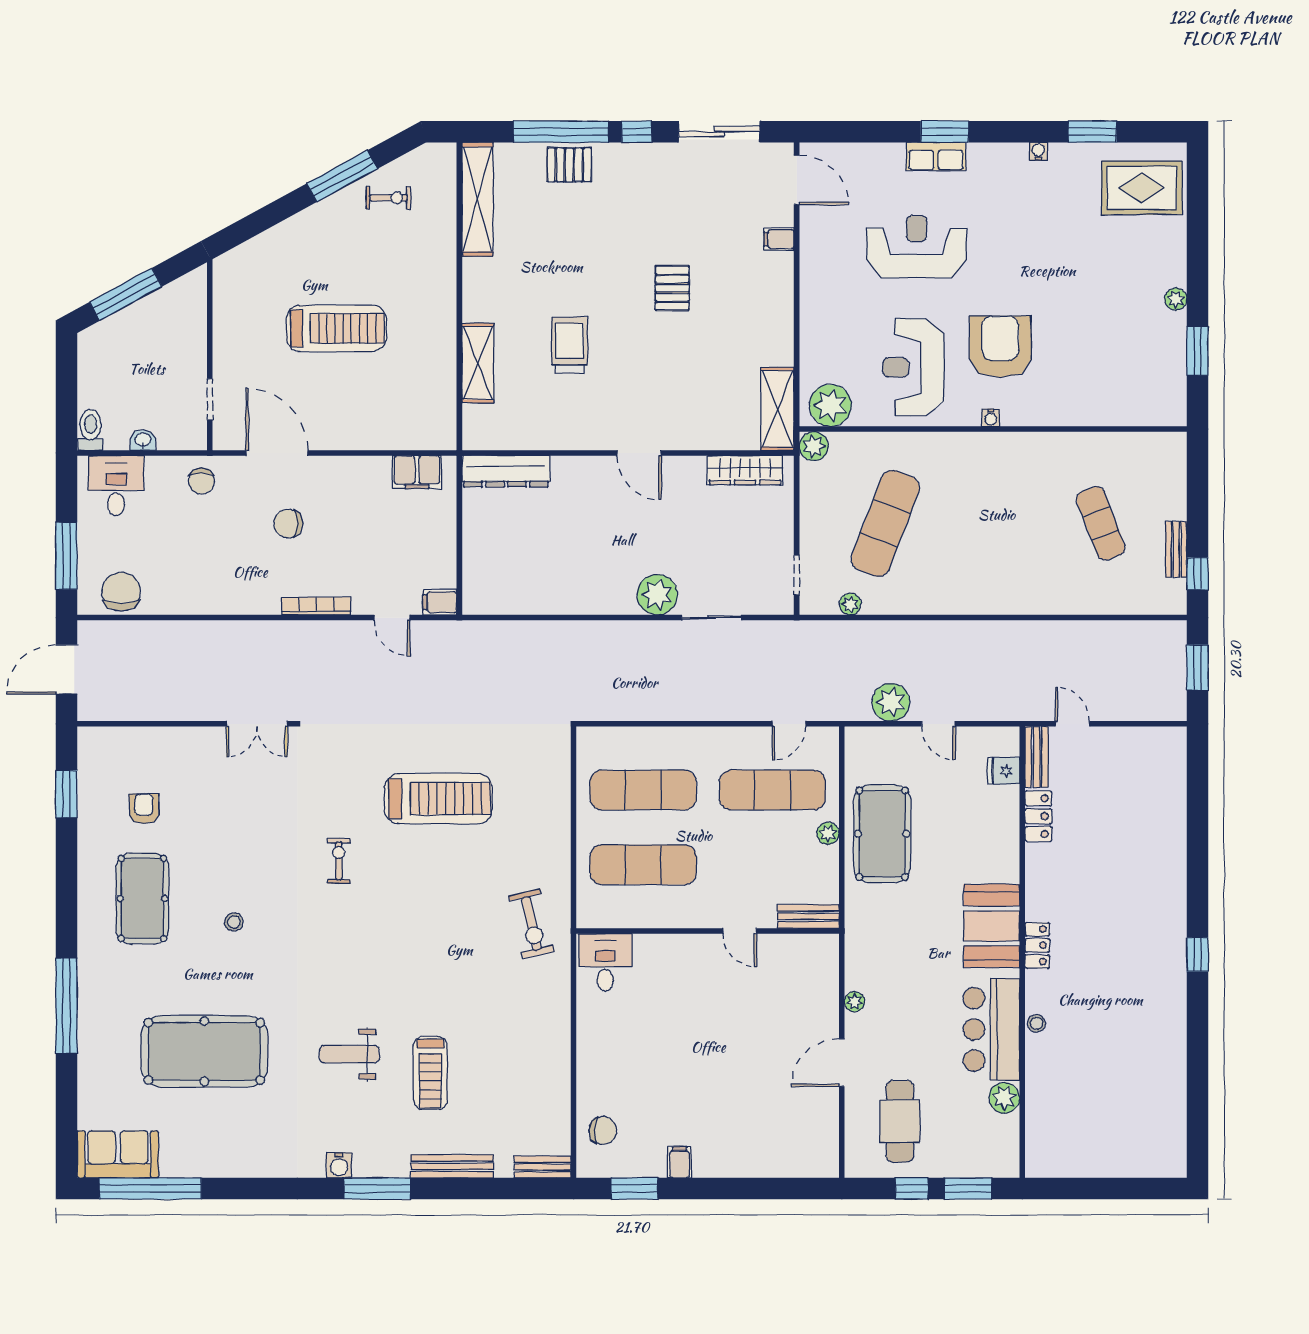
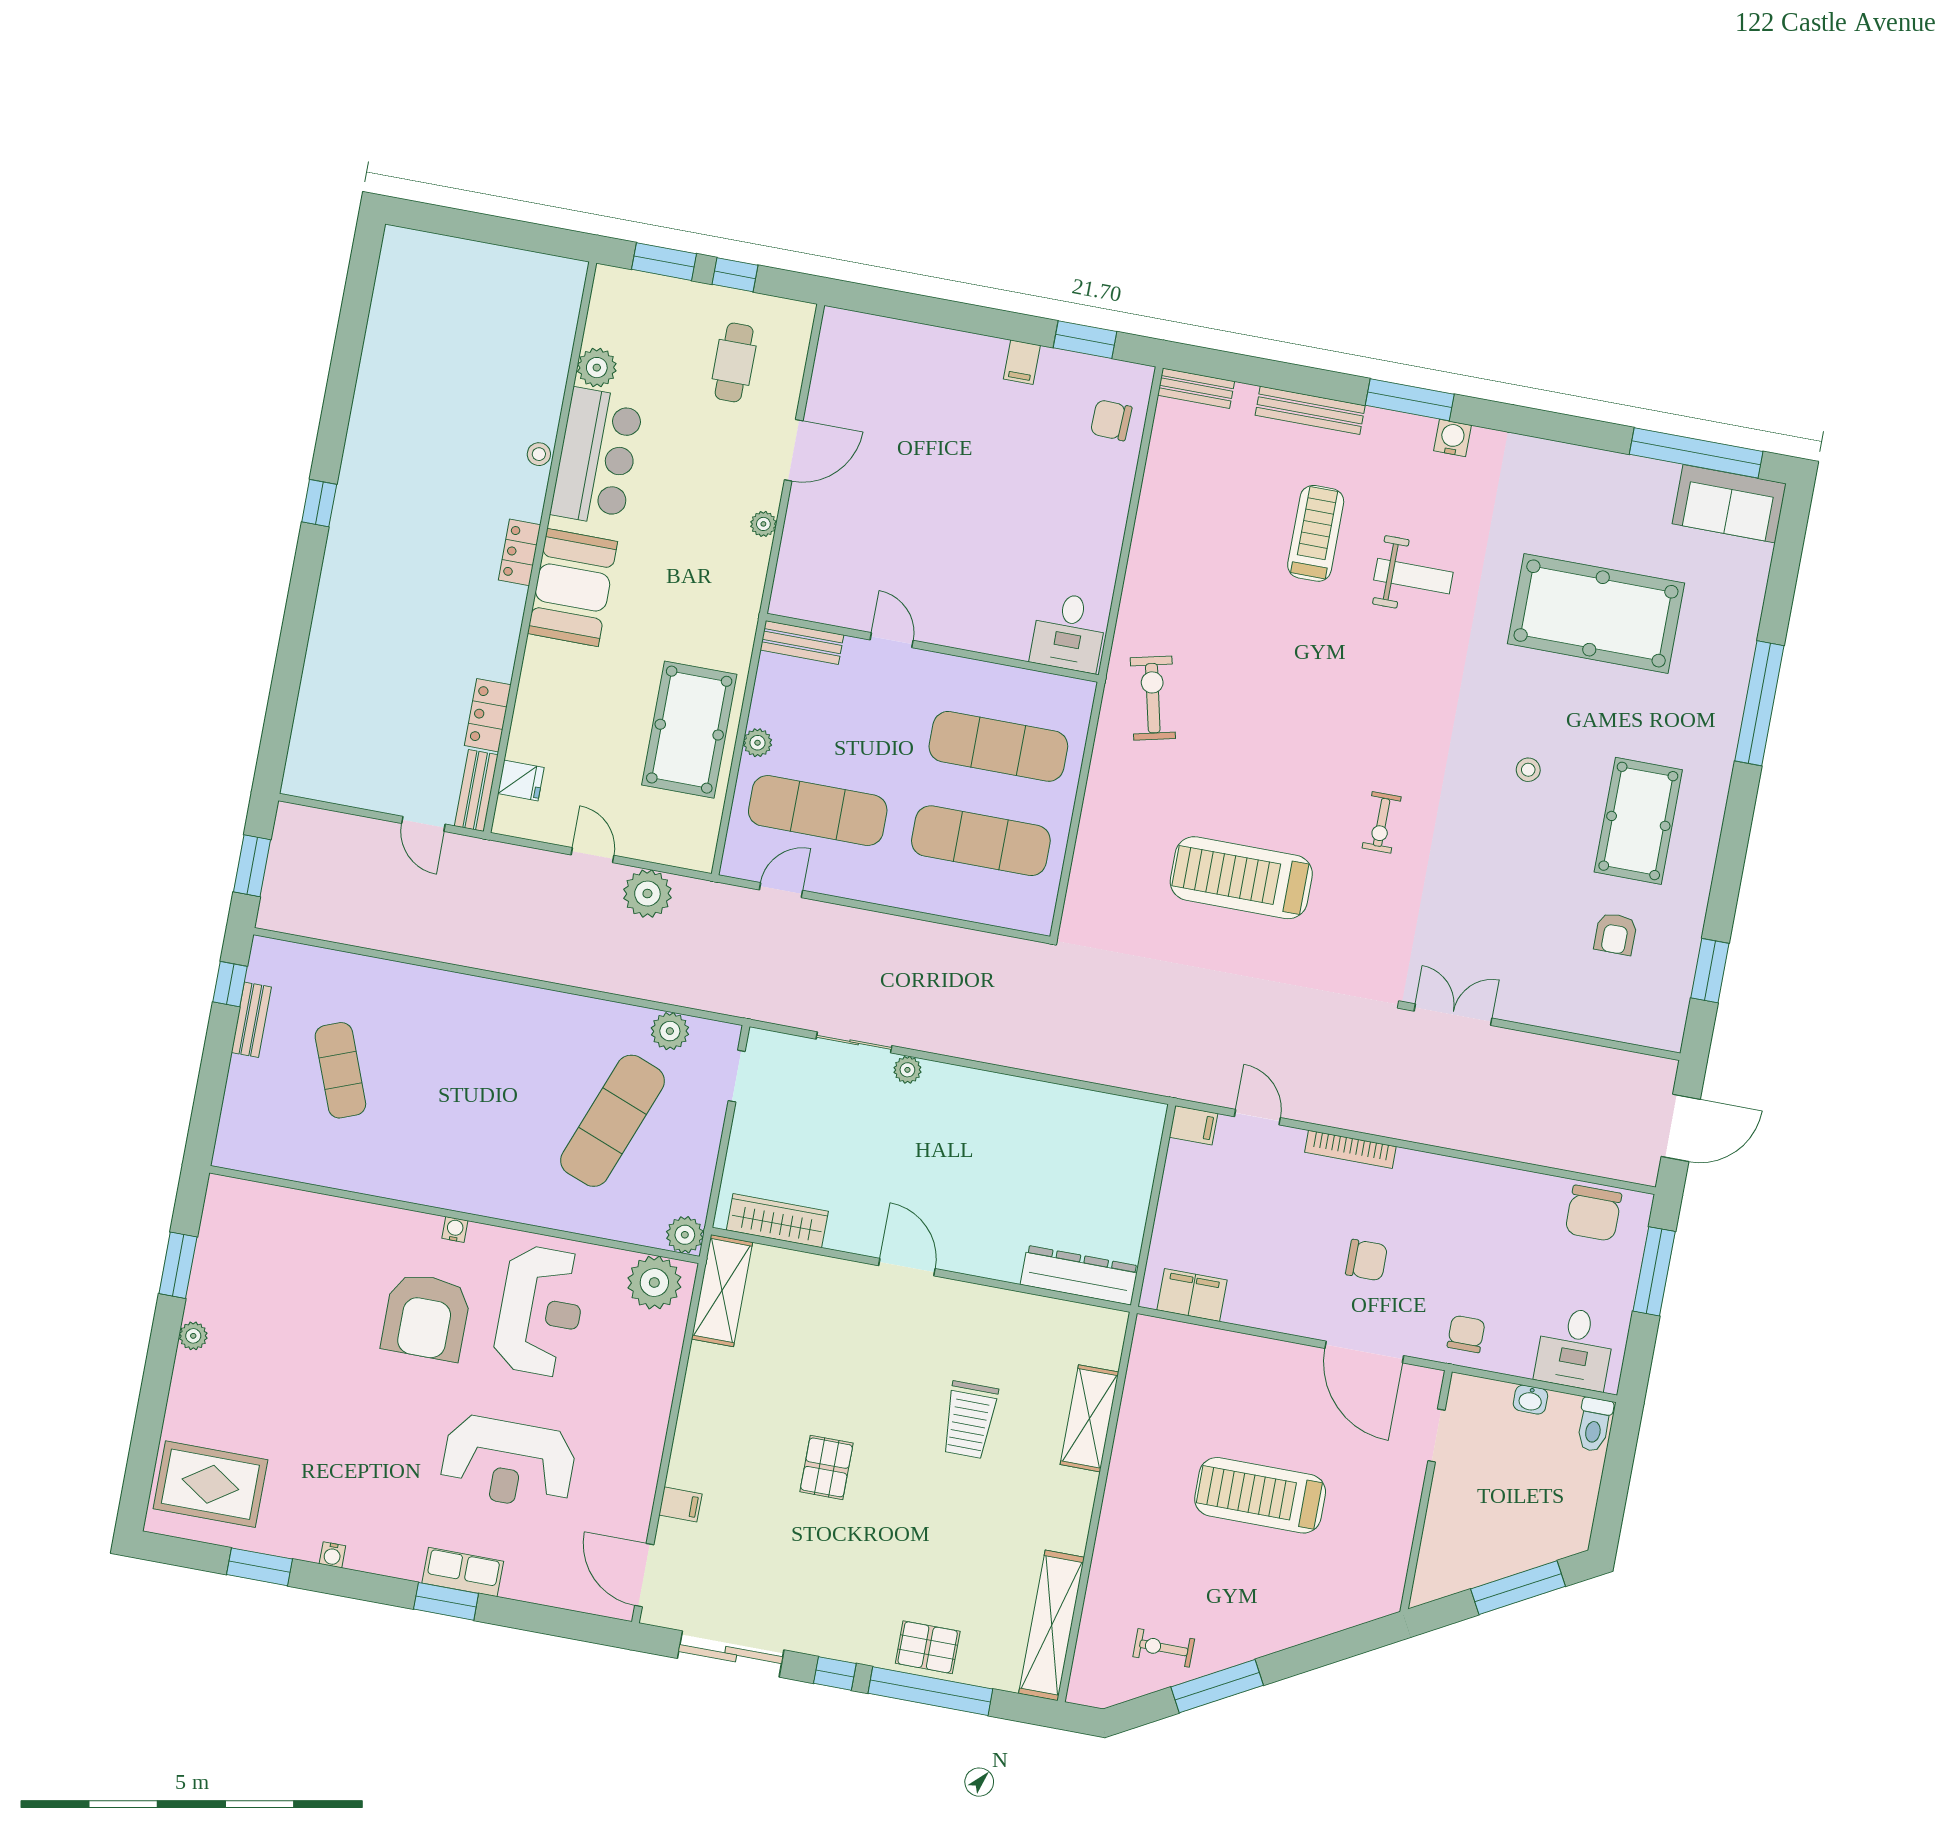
plant: (657, 595) -> (907, 1070), width x0.53, depth x0.53
plant: (850, 604) -> (670, 1031), width x1.38, depth x1.38
cafe table: (900, 1121) -> (734, 362), width x0.73, depth x0.74

